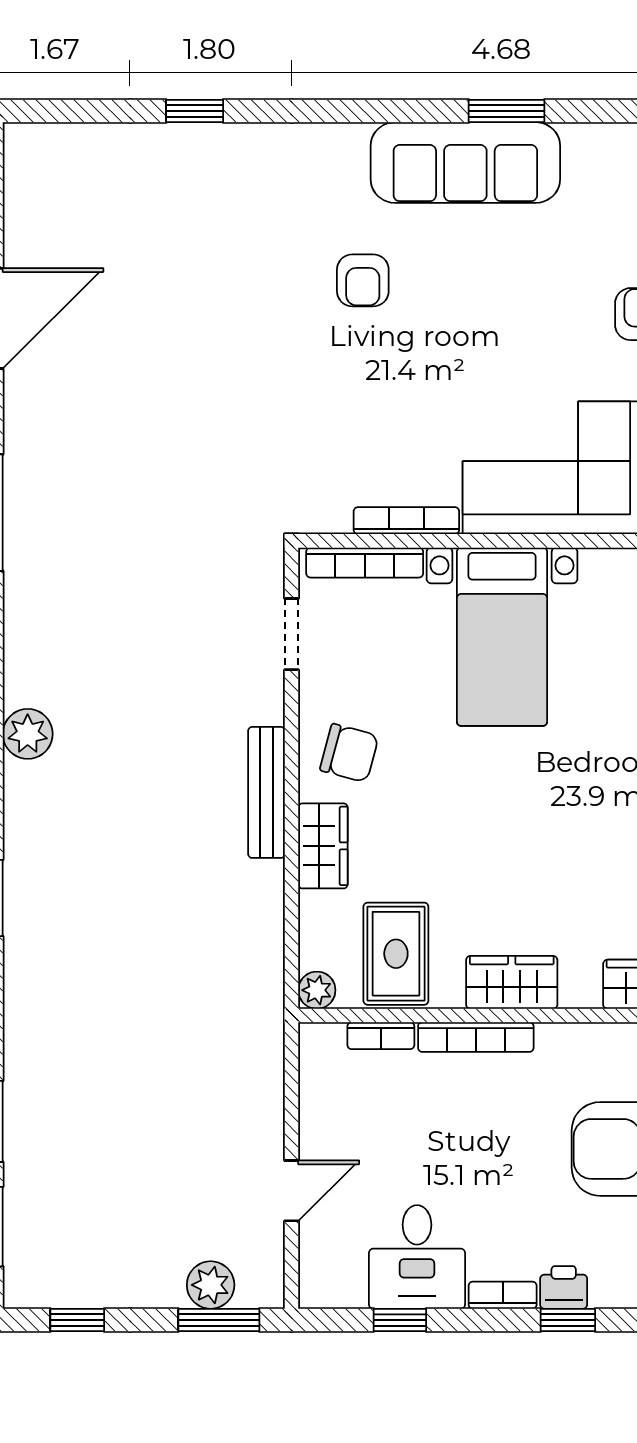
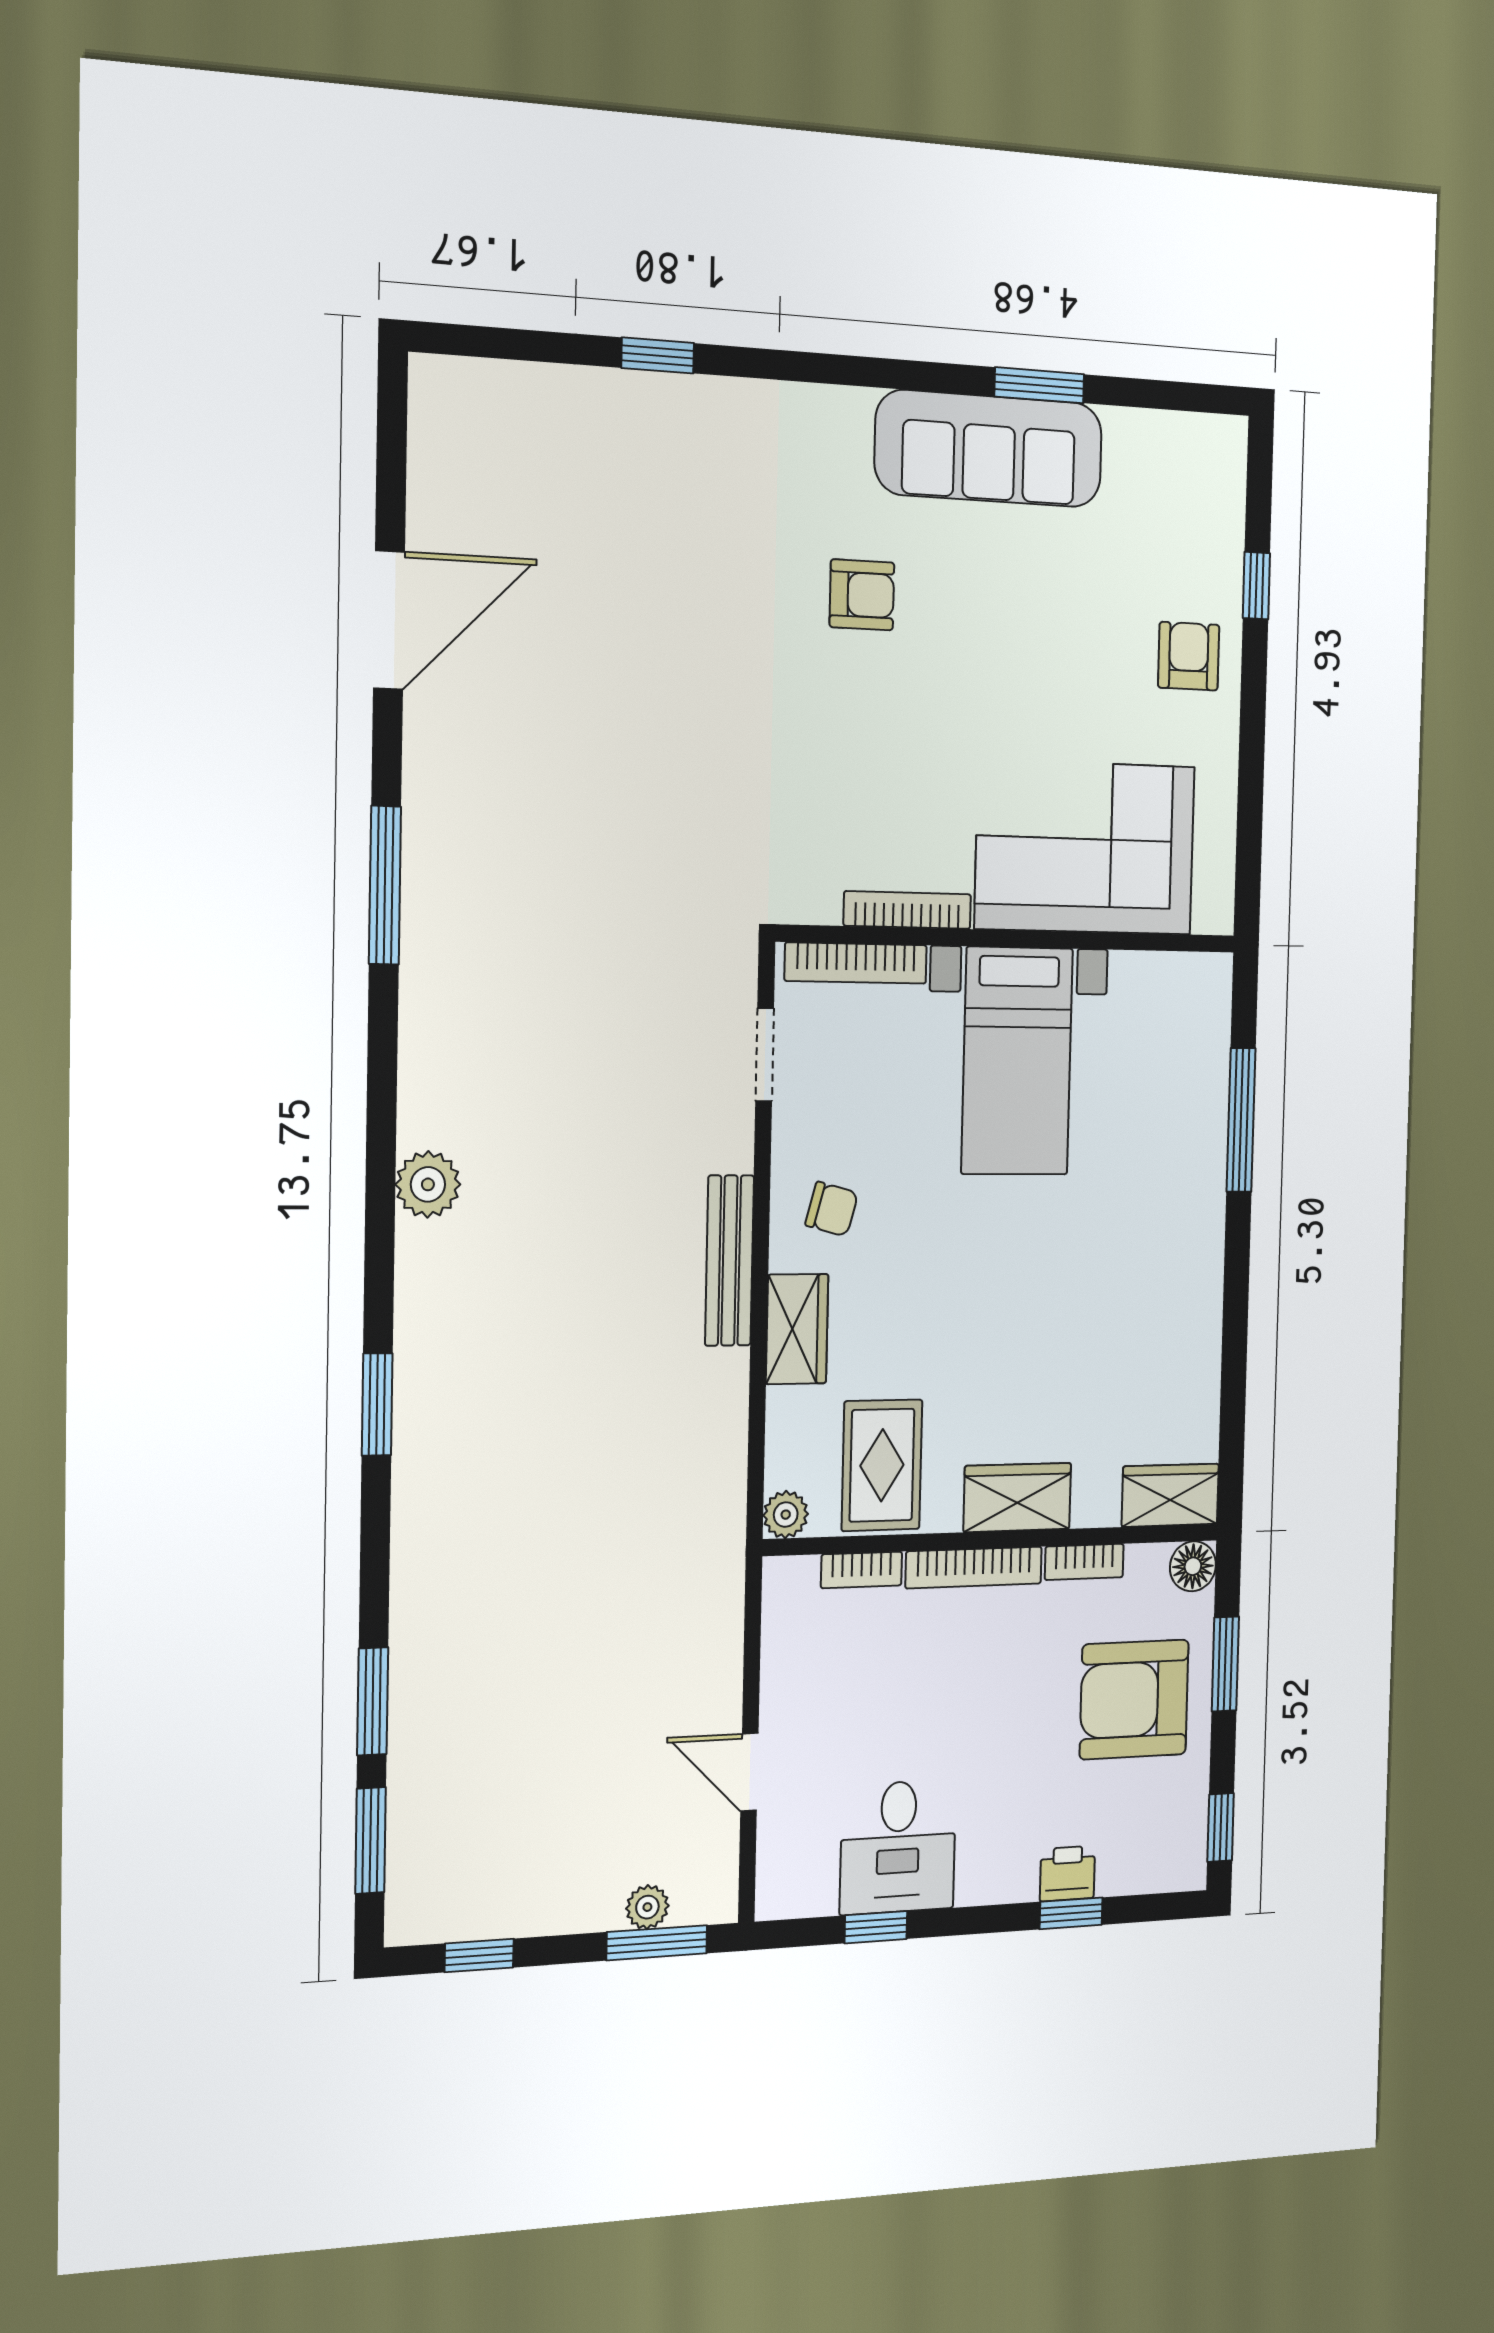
armchair: (363, 280) -> (862, 595), turned -90
chair: (349, 753) -> (832, 1209), width x0.73, depth x0.73
door: (292, 1191) -> (749, 1772), swing flipped
plant: (211, 1285) -> (647, 1907), width x0.73, depth x0.73
bookcase: (503, 1295) -> (1084, 1562), moved, turned 180

